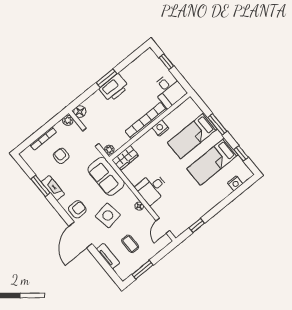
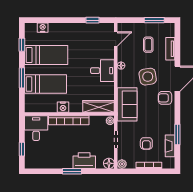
printer: (114, 88) -> (84, 161), moved
wardrobe: (125, 158) -> (98, 106), width x1.50
fireplace: (53, 188) -> (170, 146), moved

